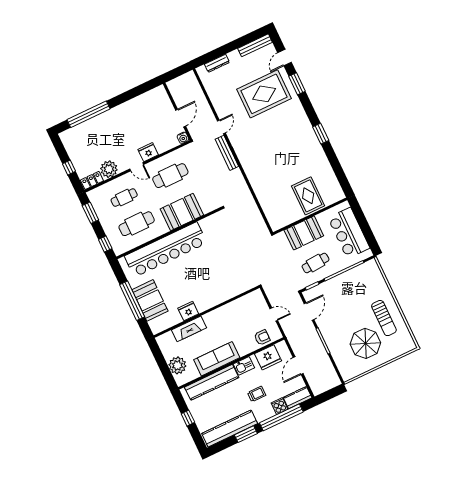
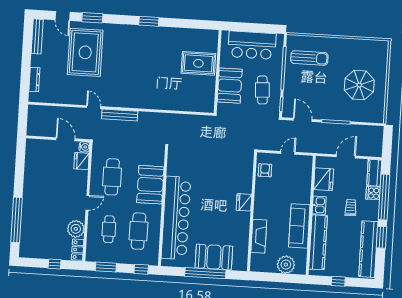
fridge: (148, 152) -> (81, 161), moved
fridge: (188, 311) -> (244, 202), moved
sun lounger: (384, 318) -> (309, 58), moved
armchair: (262, 337) -> (265, 170), moved
door: (298, 366) -> (346, 156), swing flipped

